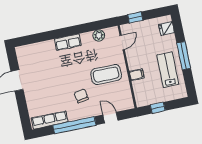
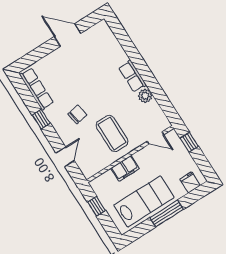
plant: (99, 35) -> (145, 96), moved
lab bench: (168, 70) -> (144, 201), width x1.36, depth x1.39
filing cabinet: (137, 75) -> (125, 168), width x2.00
window: (74, 125) -> (41, 119), width x0.32

